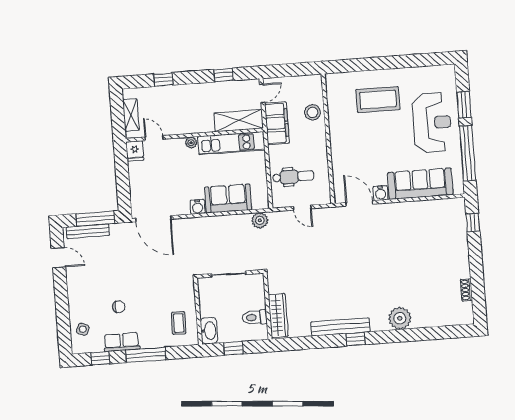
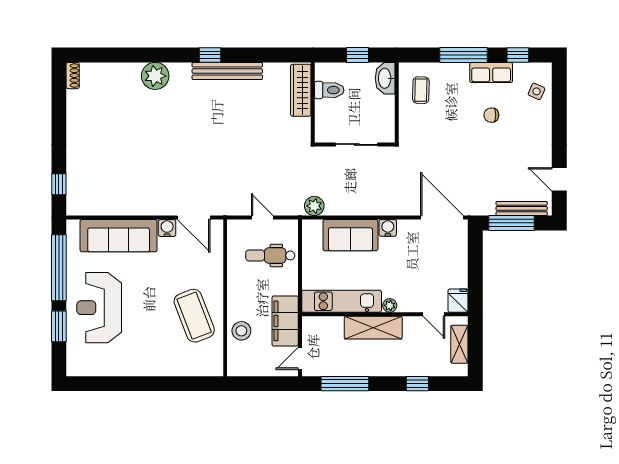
window: (223, 75) -> (345, 384), width x2.17
coffee table: (378, 100) -> (194, 316), moved, turned 69
shelving: (239, 121) -> (373, 328), moved
shoe rack: (466, 290) -> (73, 76), moved

